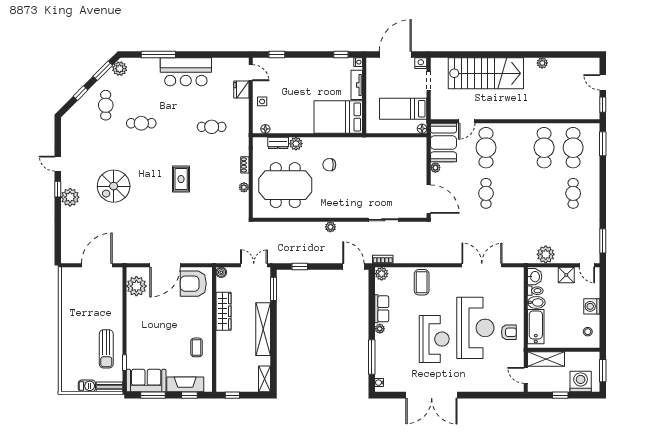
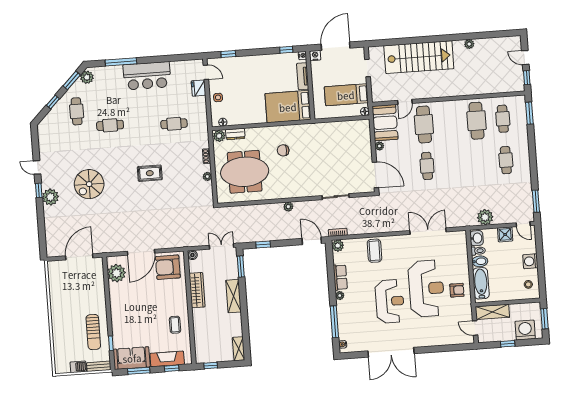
nightstand: (421, 63) -> (315, 55), moved
plant: (296, 144) -> (219, 136), moved
cafe table: (573, 148) -> (503, 119), width x0.73, depth x0.74
rug: (181, 179) -> (150, 173), turned 90
shelving: (263, 329) -> (233, 296), width x0.68

